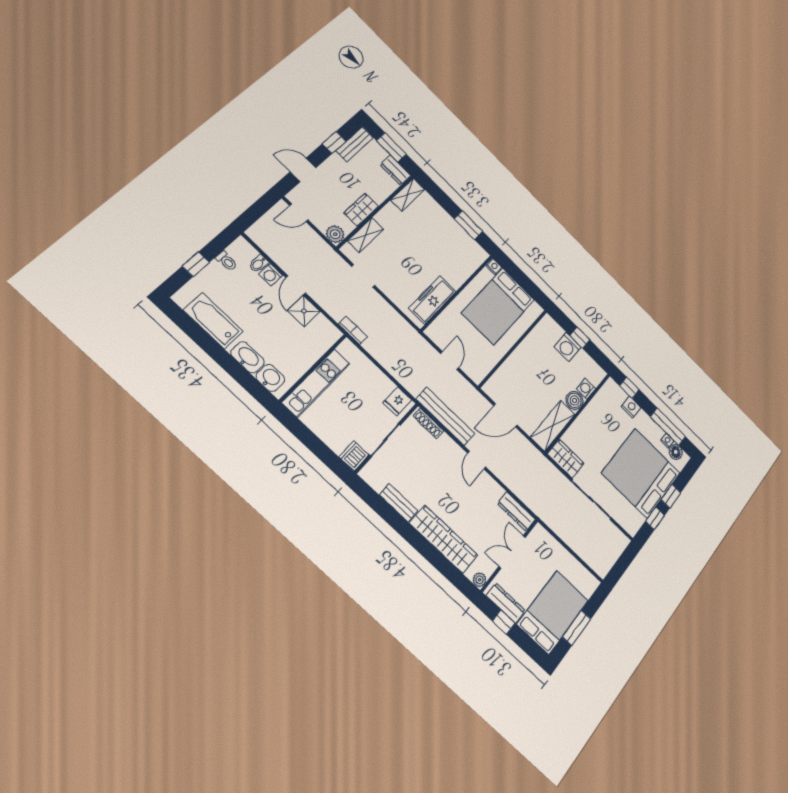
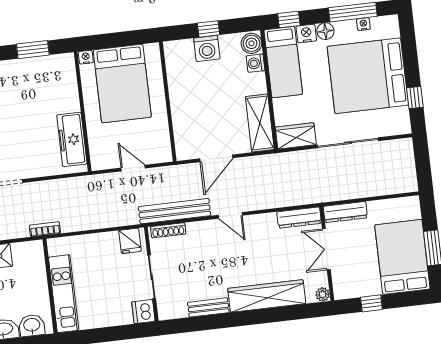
boiler: (575, 400) -> (251, 43), moved
bed: (602, 407) -> (283, 62), added
floor lamp: (676, 452) -> (325, 31), moved
window: (671, 496) -> (411, 65), removed
dresser: (506, 603) -> (345, 212), moved, turned 180

